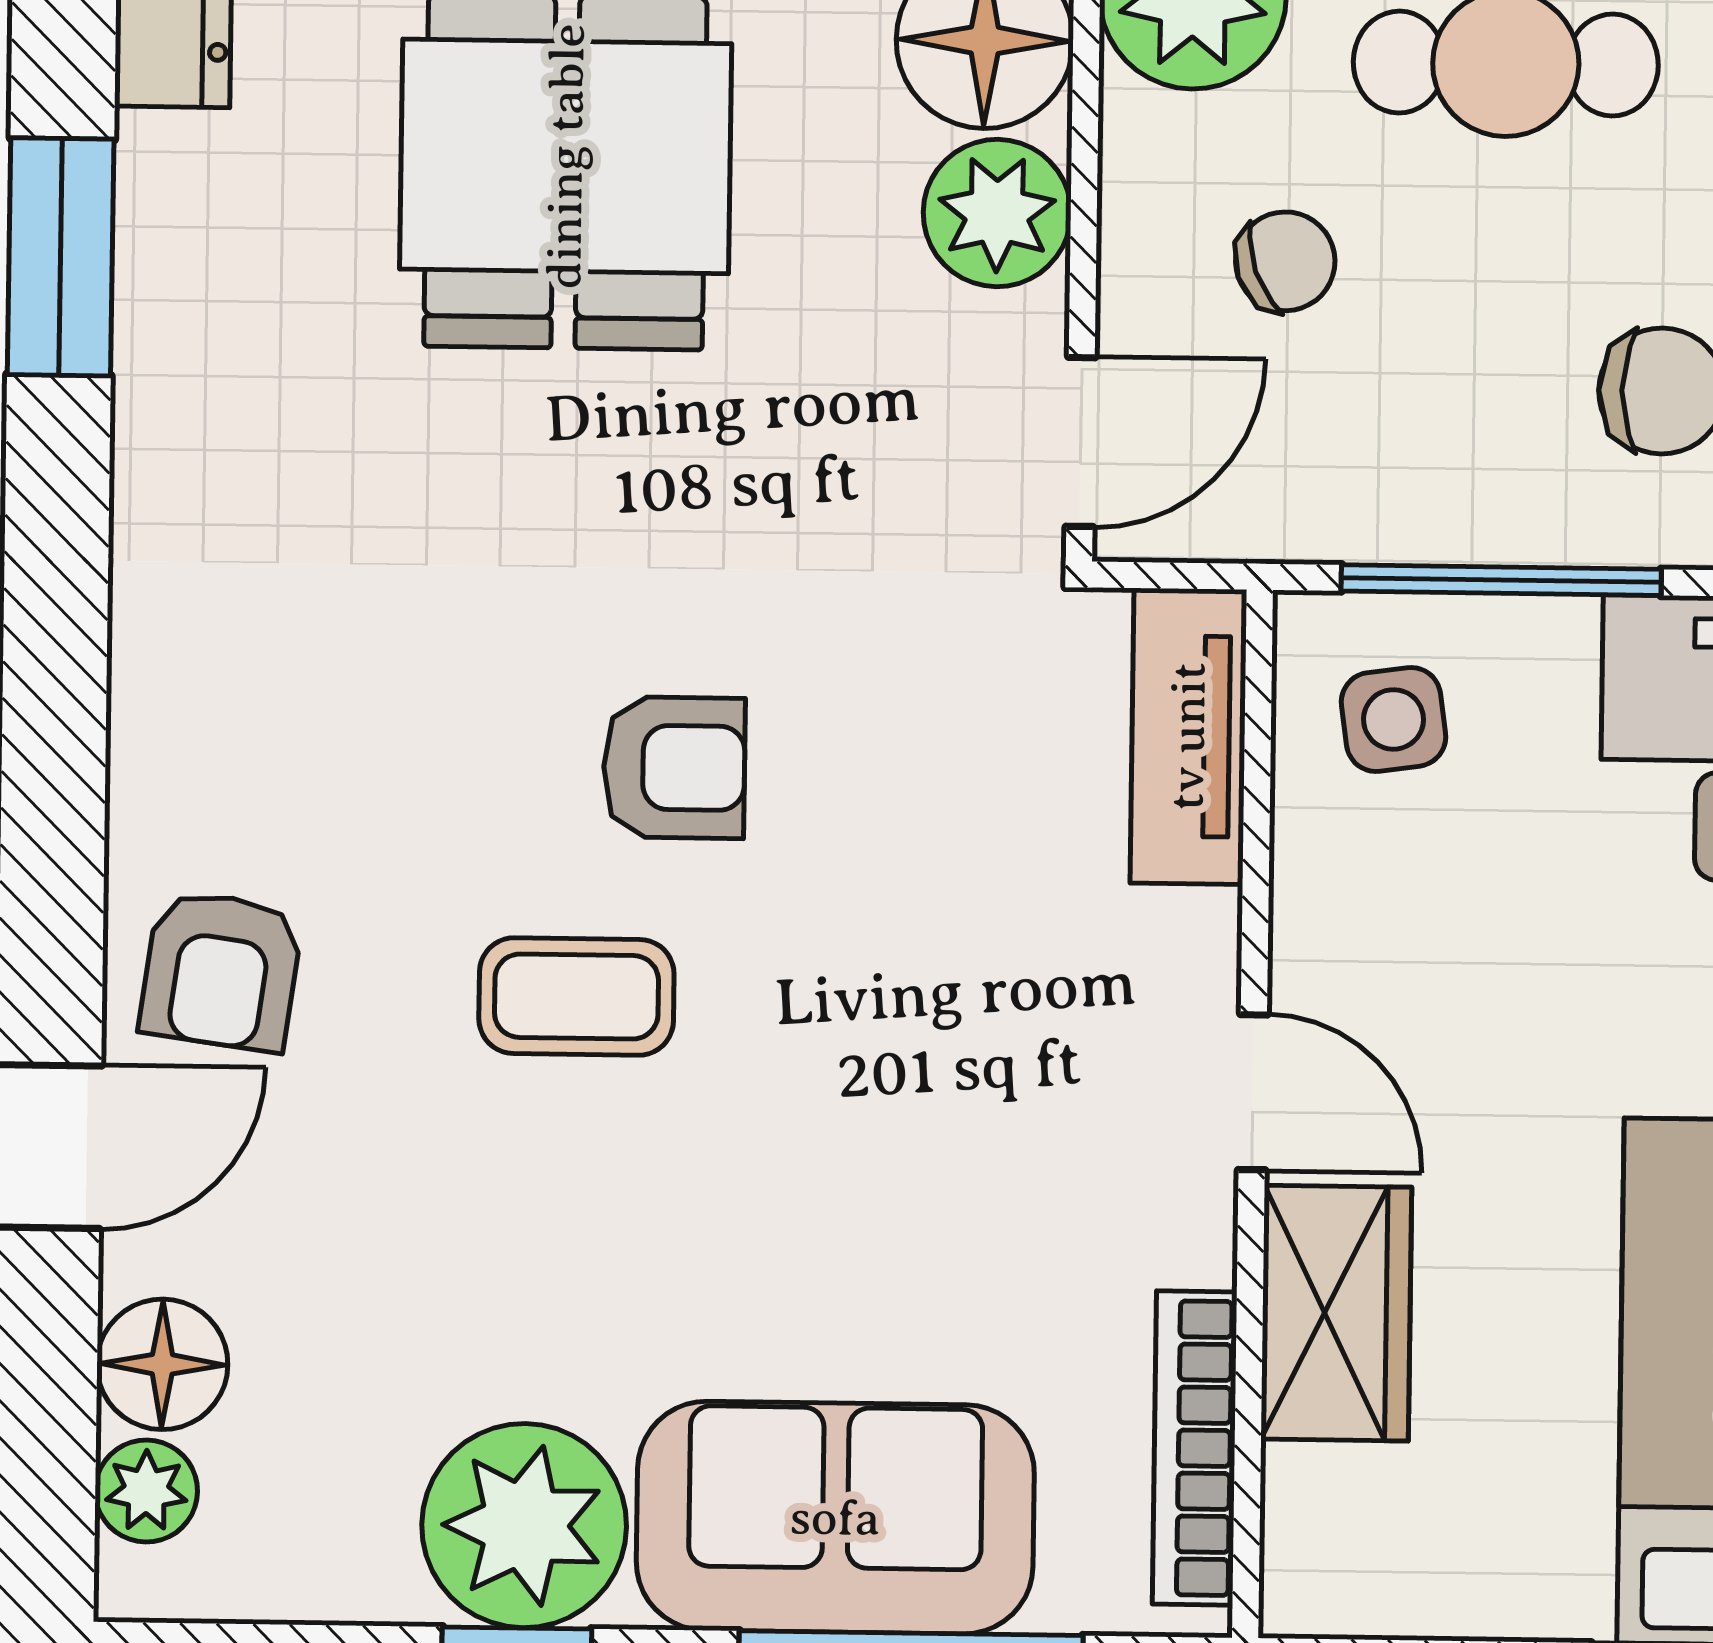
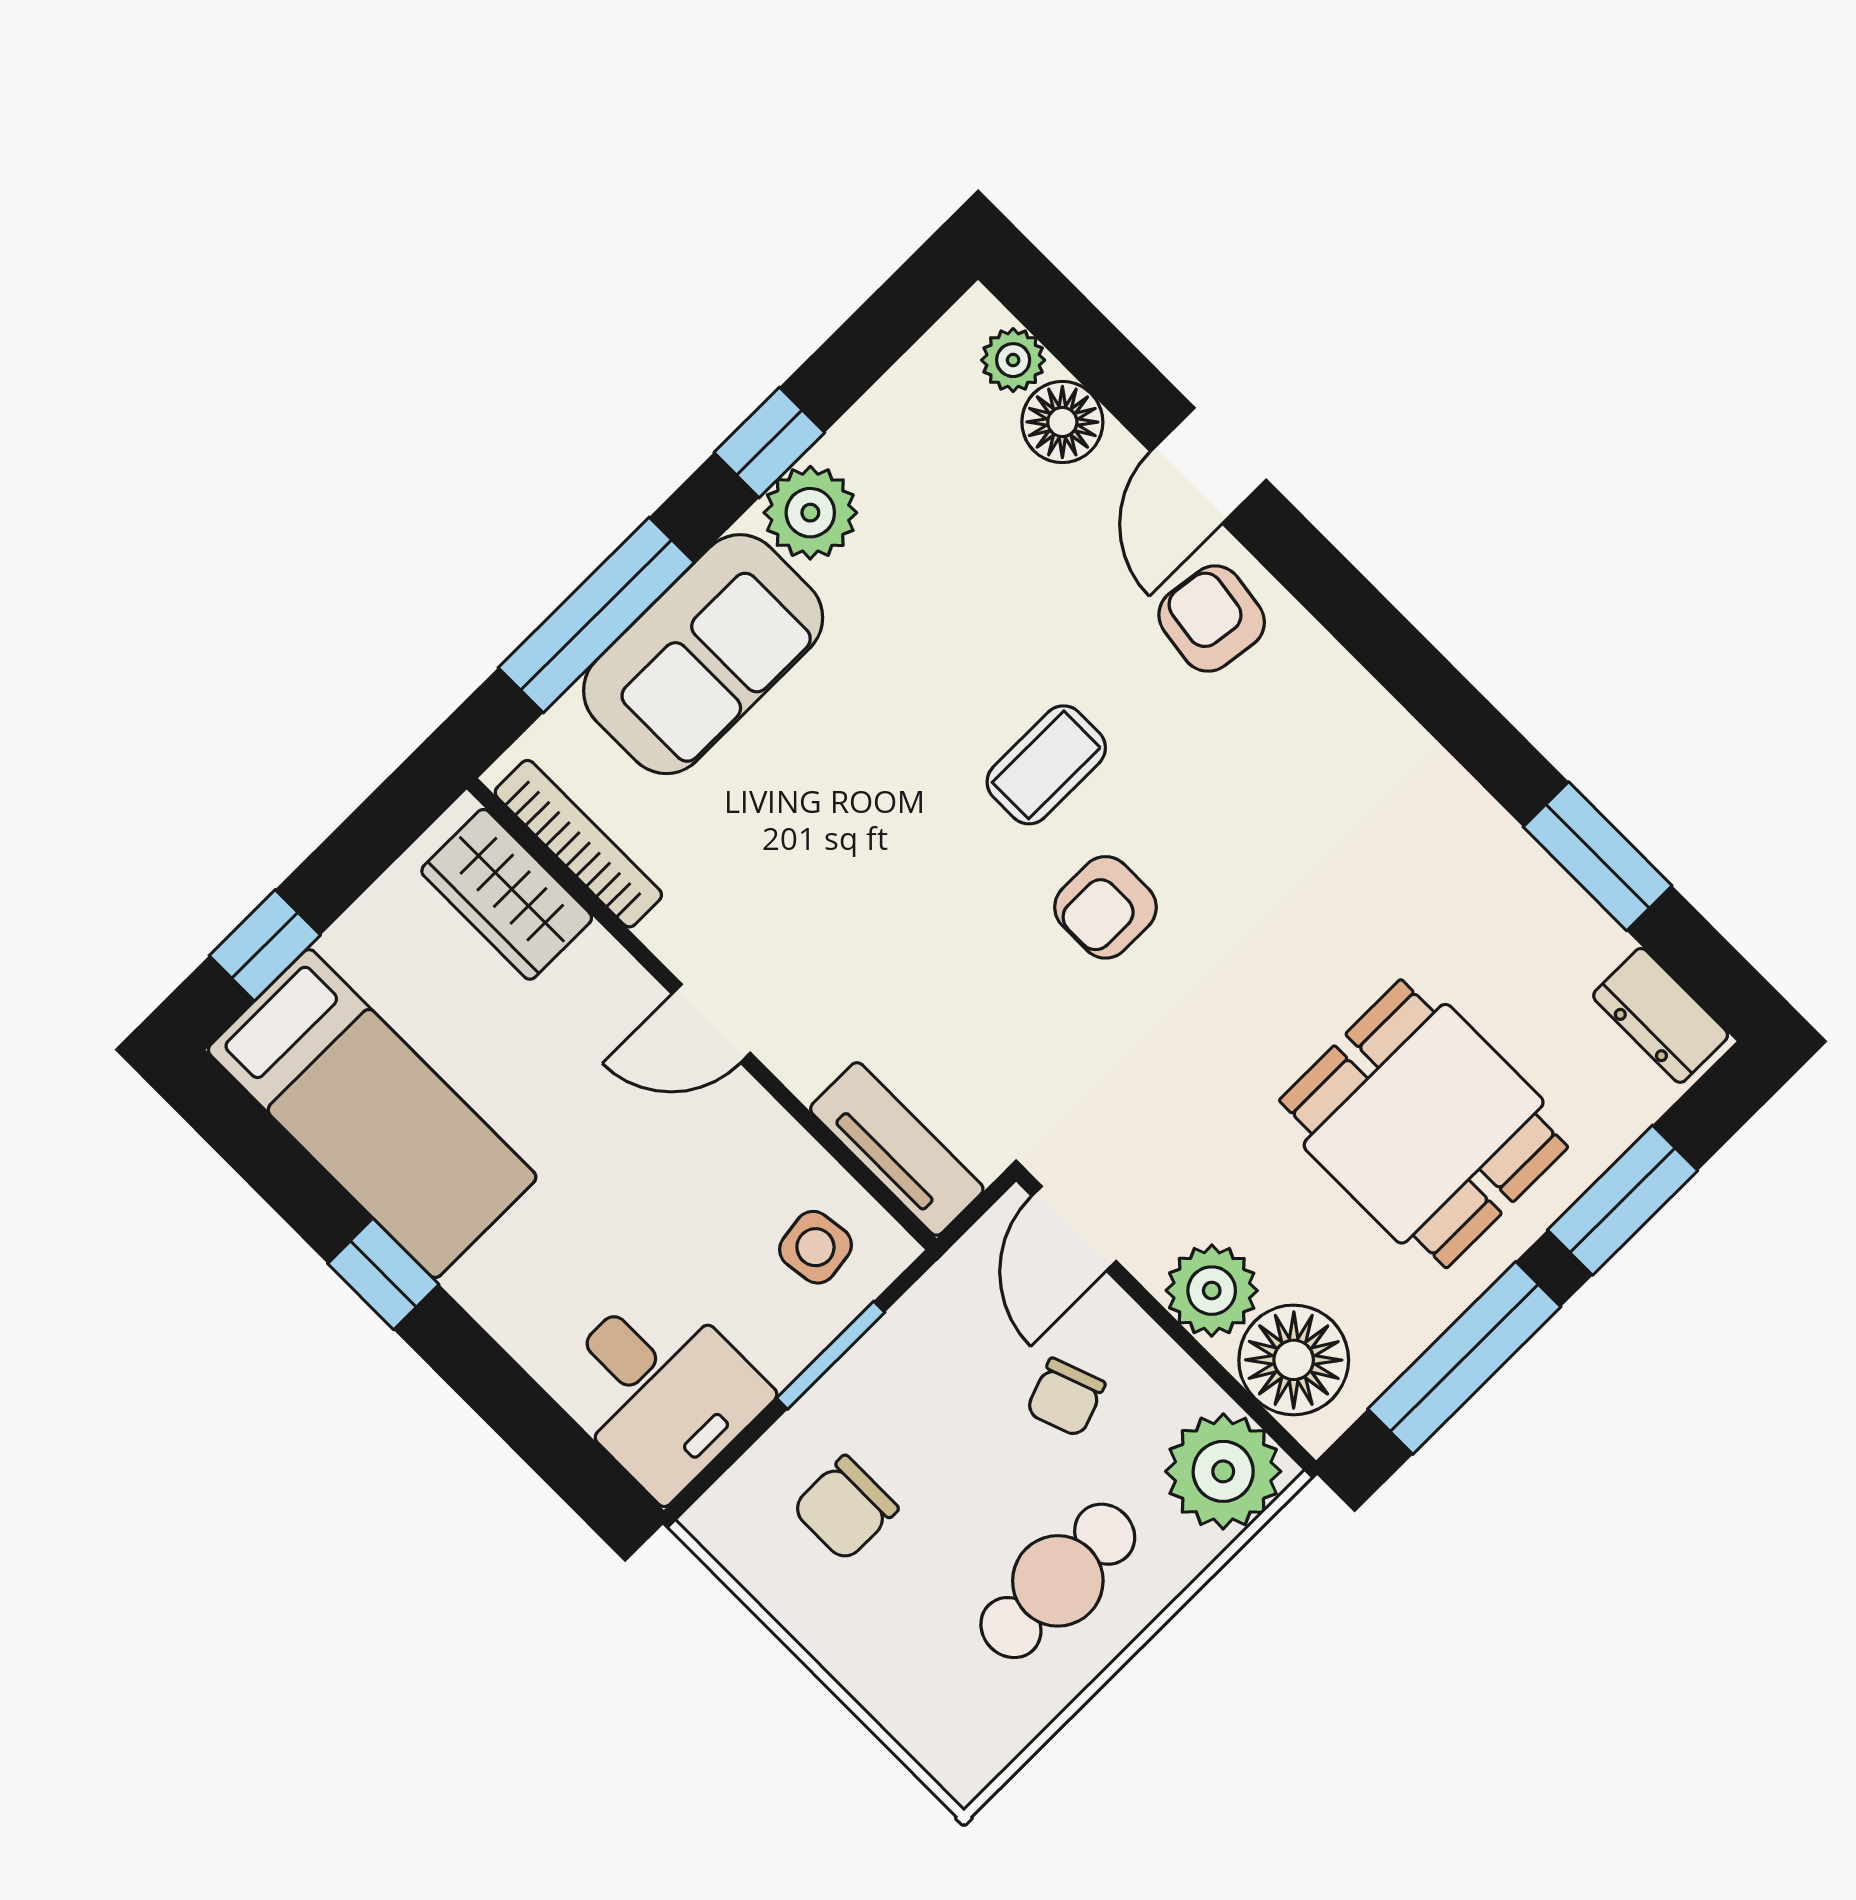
window: (1501, 580) -> (831, 1355), width x0.69
wardrobe: (1336, 1313) -> (507, 894), moved
plant: (524, 1526) -> (810, 513), width x0.73, depth x0.73

